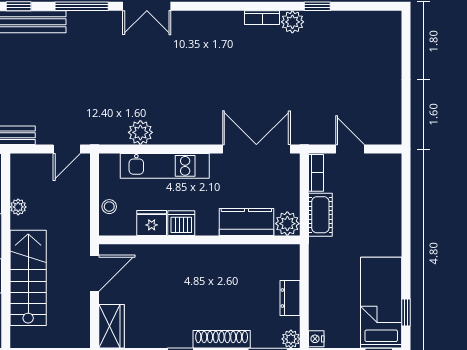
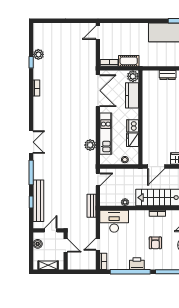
plant: (292, 22) -> (38, 54), moved
door: (67, 149) -> (98, 179), hinge flipped
double door: (256, 149) -> (98, 91), swing flipped
door: (350, 149) -> (98, 33), moved
door: (94, 273) -> (156, 167), swing flipped

